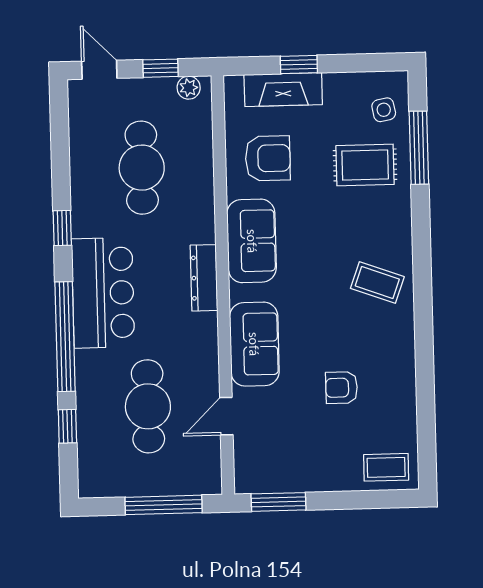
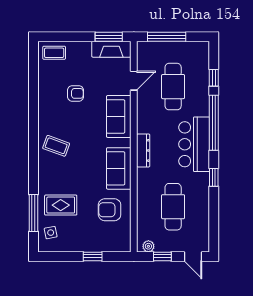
fireplace: (283, 90) -> (111, 49), moved, turned 180

